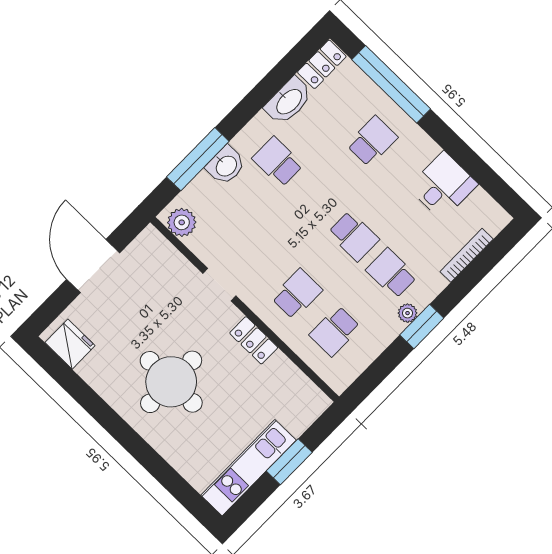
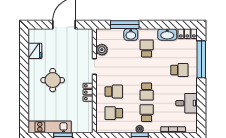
plant: (182, 222) -> (102, 50), moved
fridge: (70, 344) -> (35, 51), moved
round table: (171, 382) -> (53, 80), width x0.73, depth x0.73

